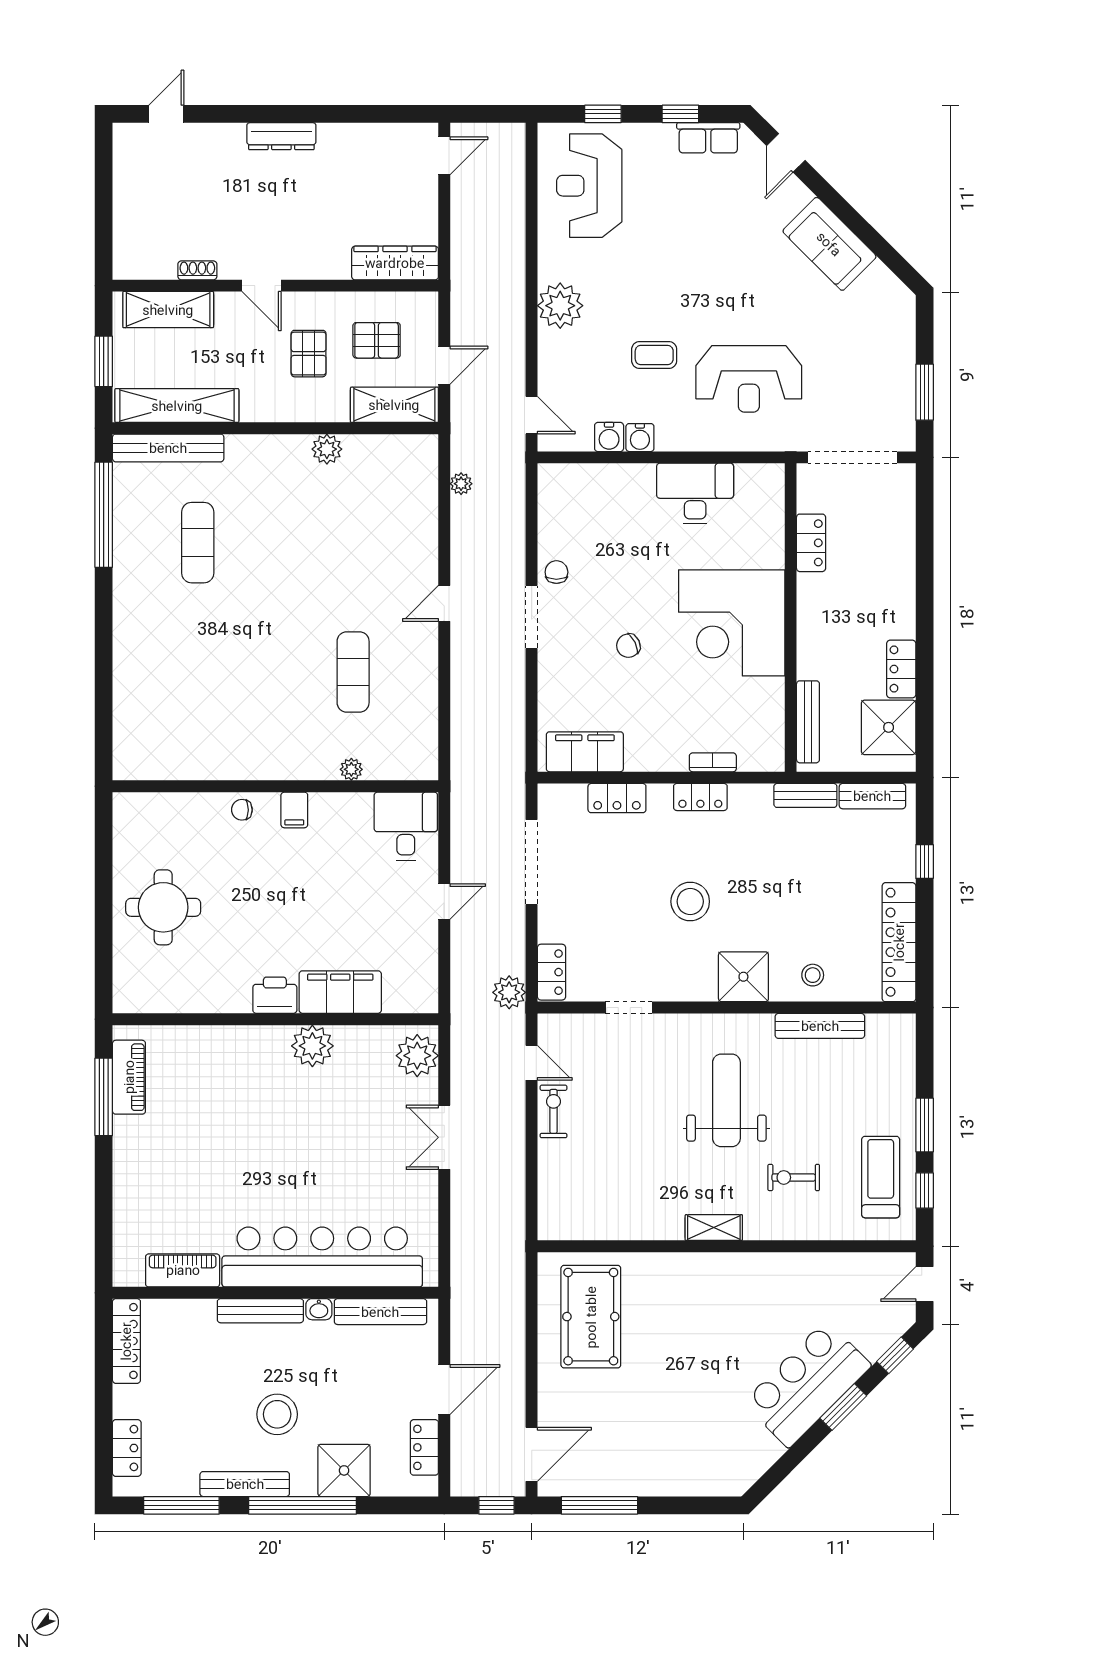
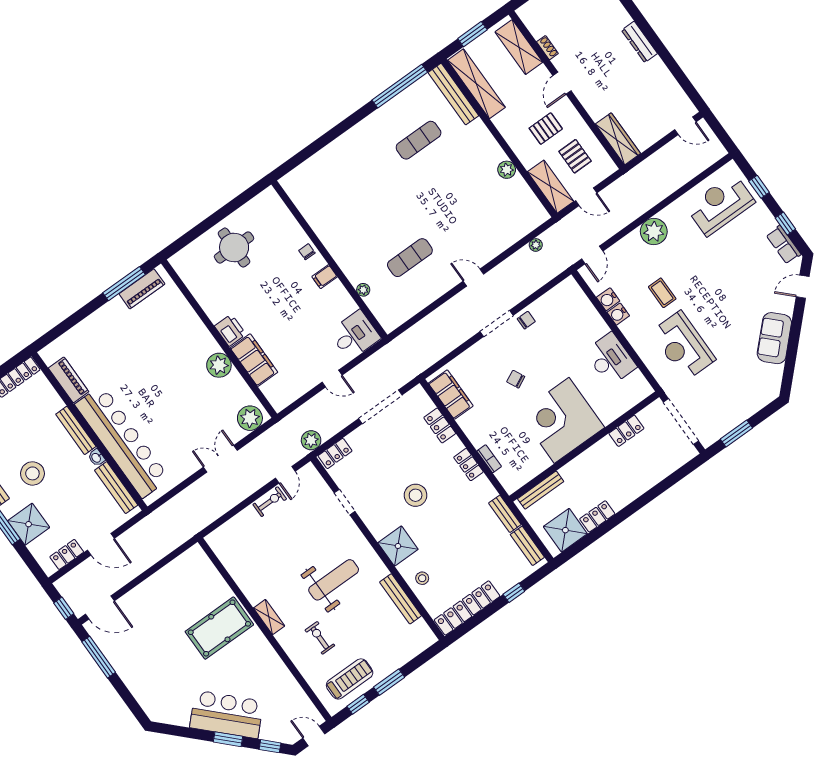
pool table: (591, 1317) -> (219, 628), moved

